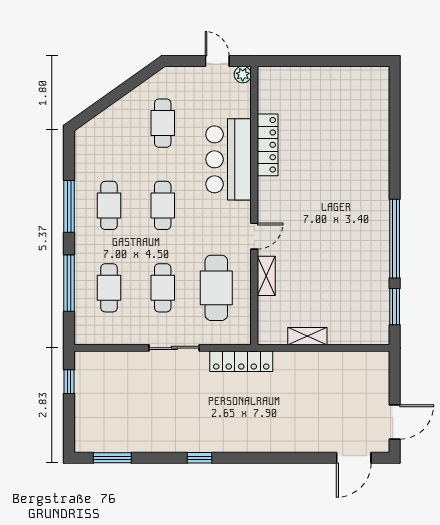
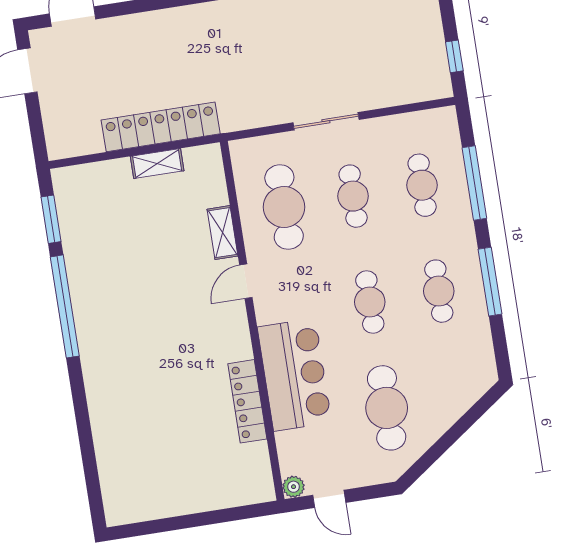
cafe table: (163, 123) -> (387, 408), width x1.37, depth x1.35
locker: (241, 361) -> (161, 127), moved, width x1.41, depth x1.21

